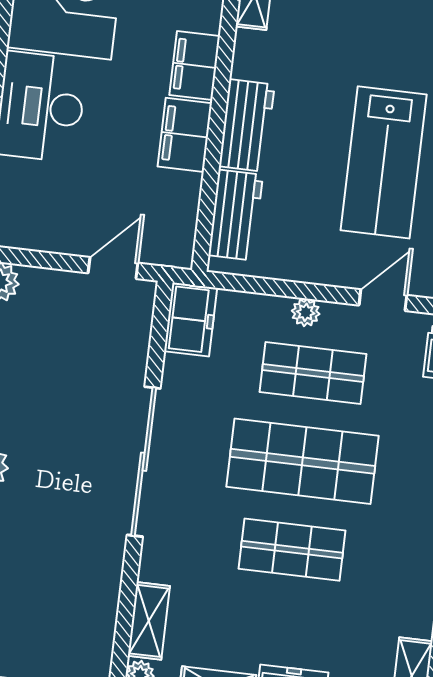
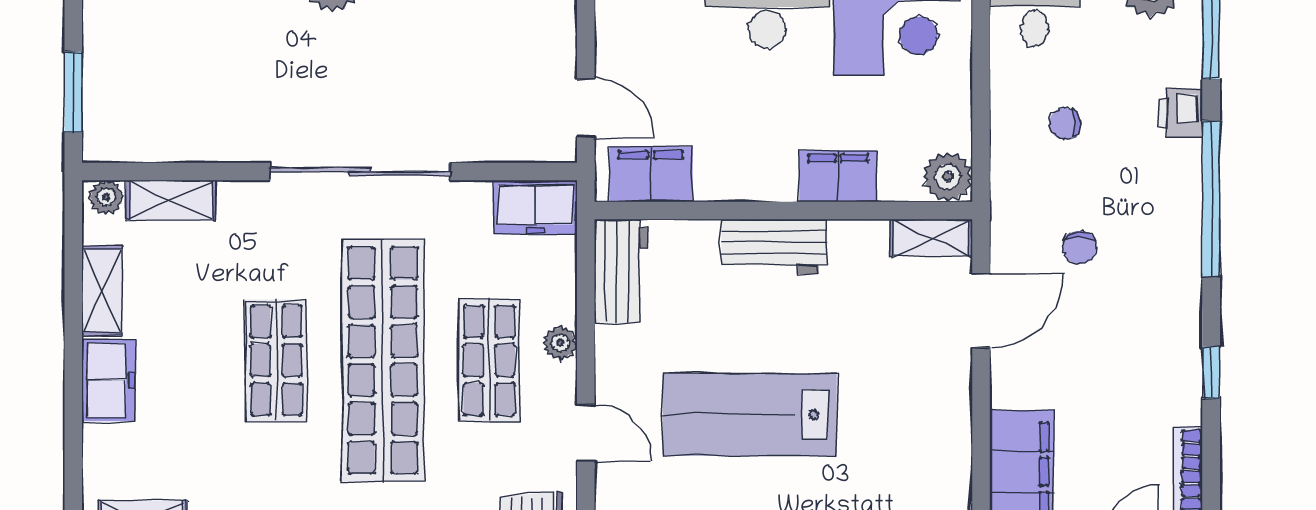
filing cabinet: (185, 135) -> (651, 174), moved
workbench: (236, 215) -> (621, 271), moved, turned -90
shop shelf: (303, 461) -> (383, 360), width x1.40

